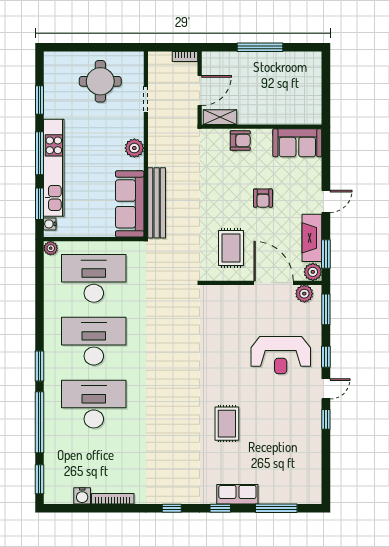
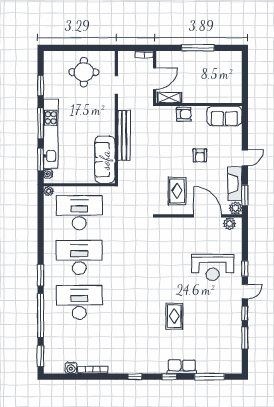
plant: (134, 148) -> (108, 120), removed
bench: (157, 203) -> (124, 135), moved
window: (326, 309) -> (245, 338), moved

